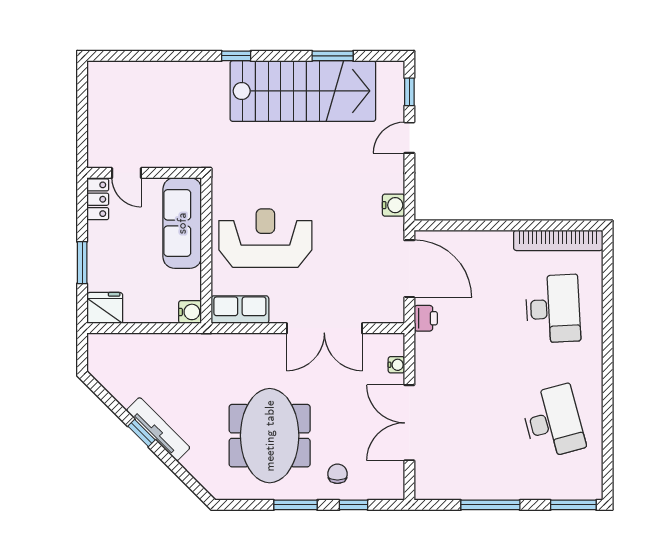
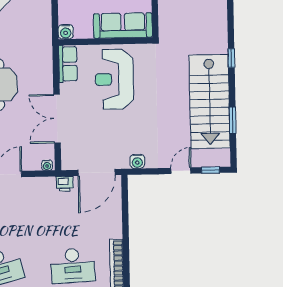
door: (409, 138) -> (181, 171), hinge flipped
reception desk: (265, 238) -> (114, 79), turned 180
water cooler: (396, 365) -> (47, 165), moved

